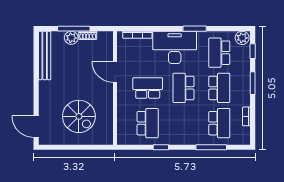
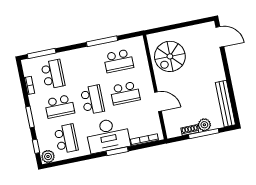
window: (195, 29) -> (117, 151), moved
school desk: (219, 88) -> (60, 106), turned -90
spiral stairs: (79, 116) -> (170, 56), moved, turned -90
school desk: (148, 123) -> (119, 61), turned -90
school desk: (219, 123) -> (53, 74), turned 180
window: (161, 147) -> (102, 41), width x2.17
window: (211, 147) -> (42, 54), moved

